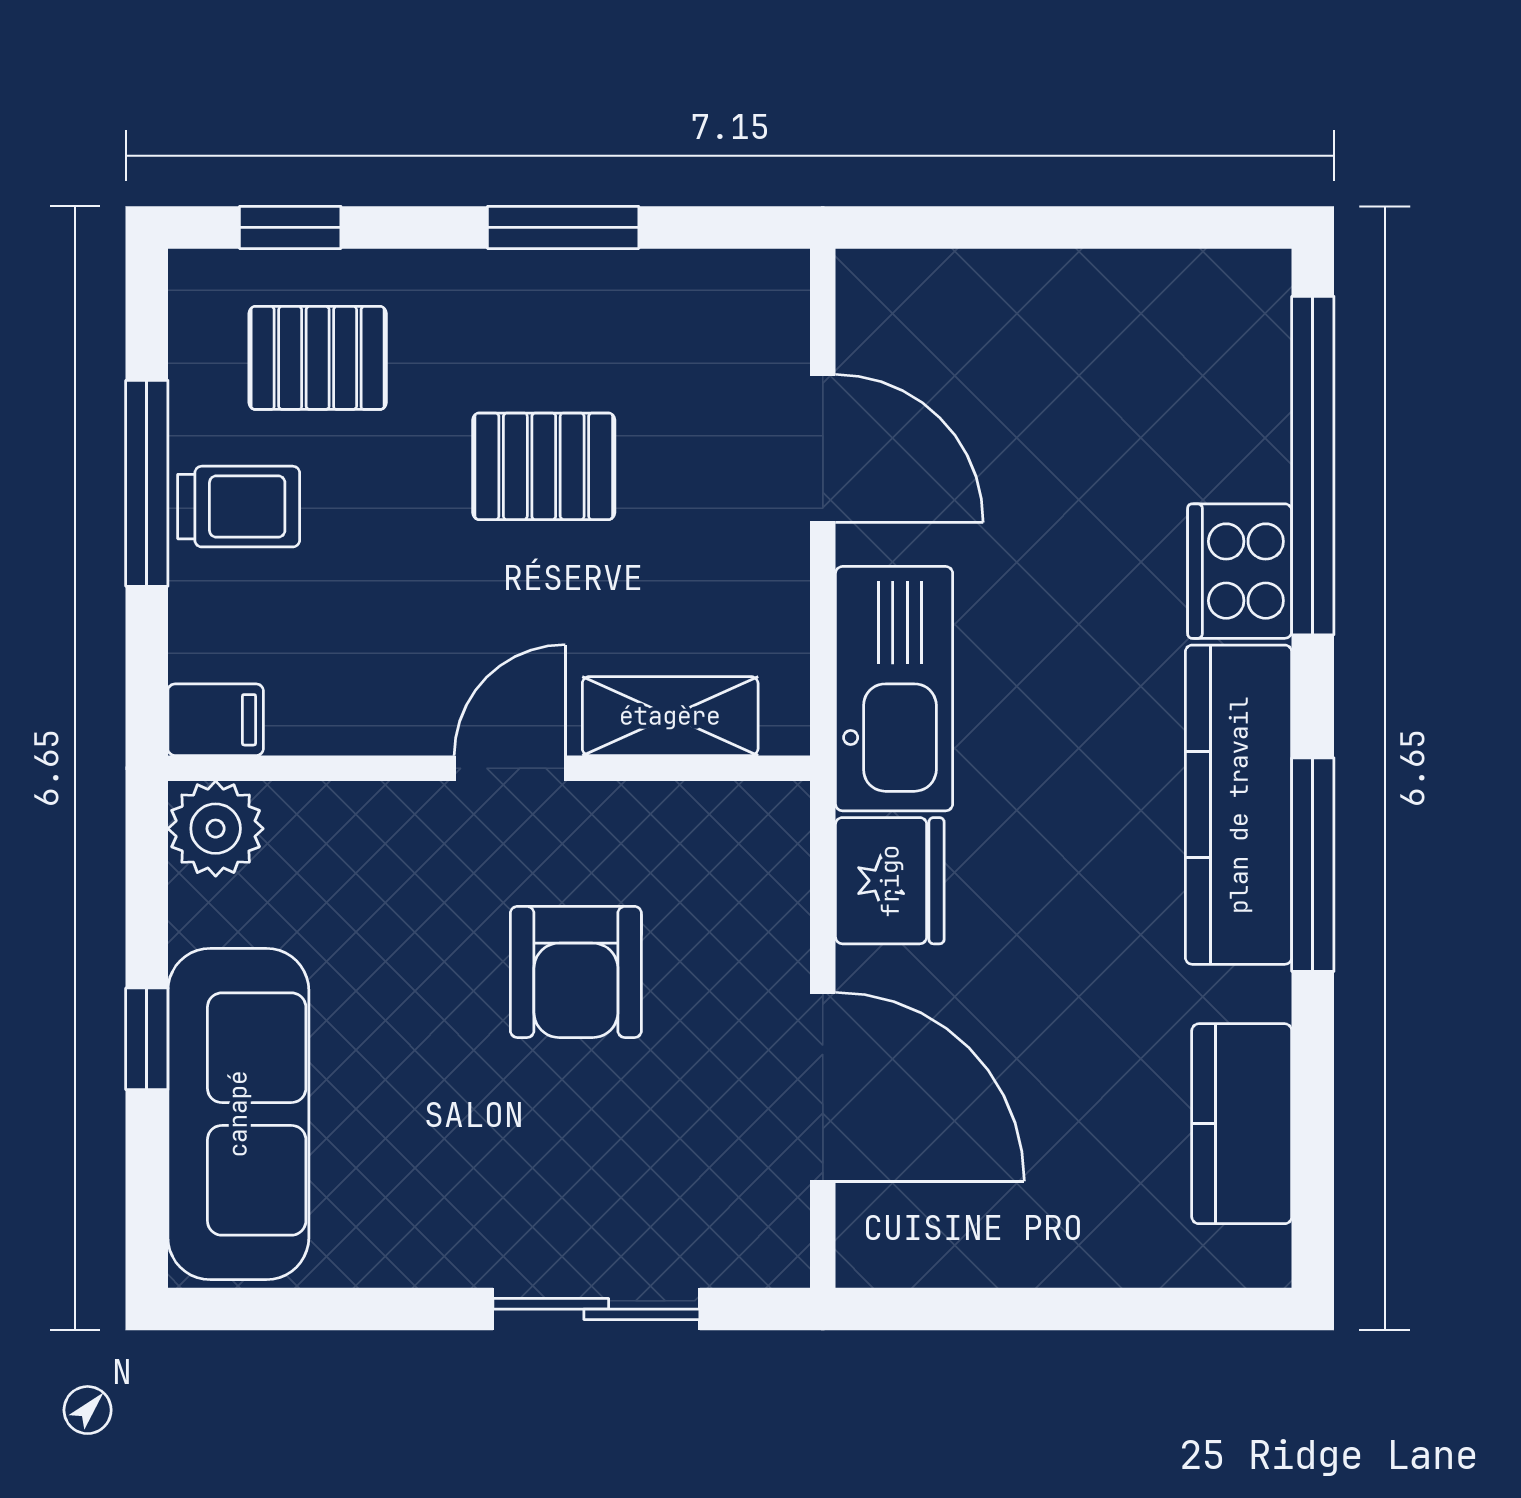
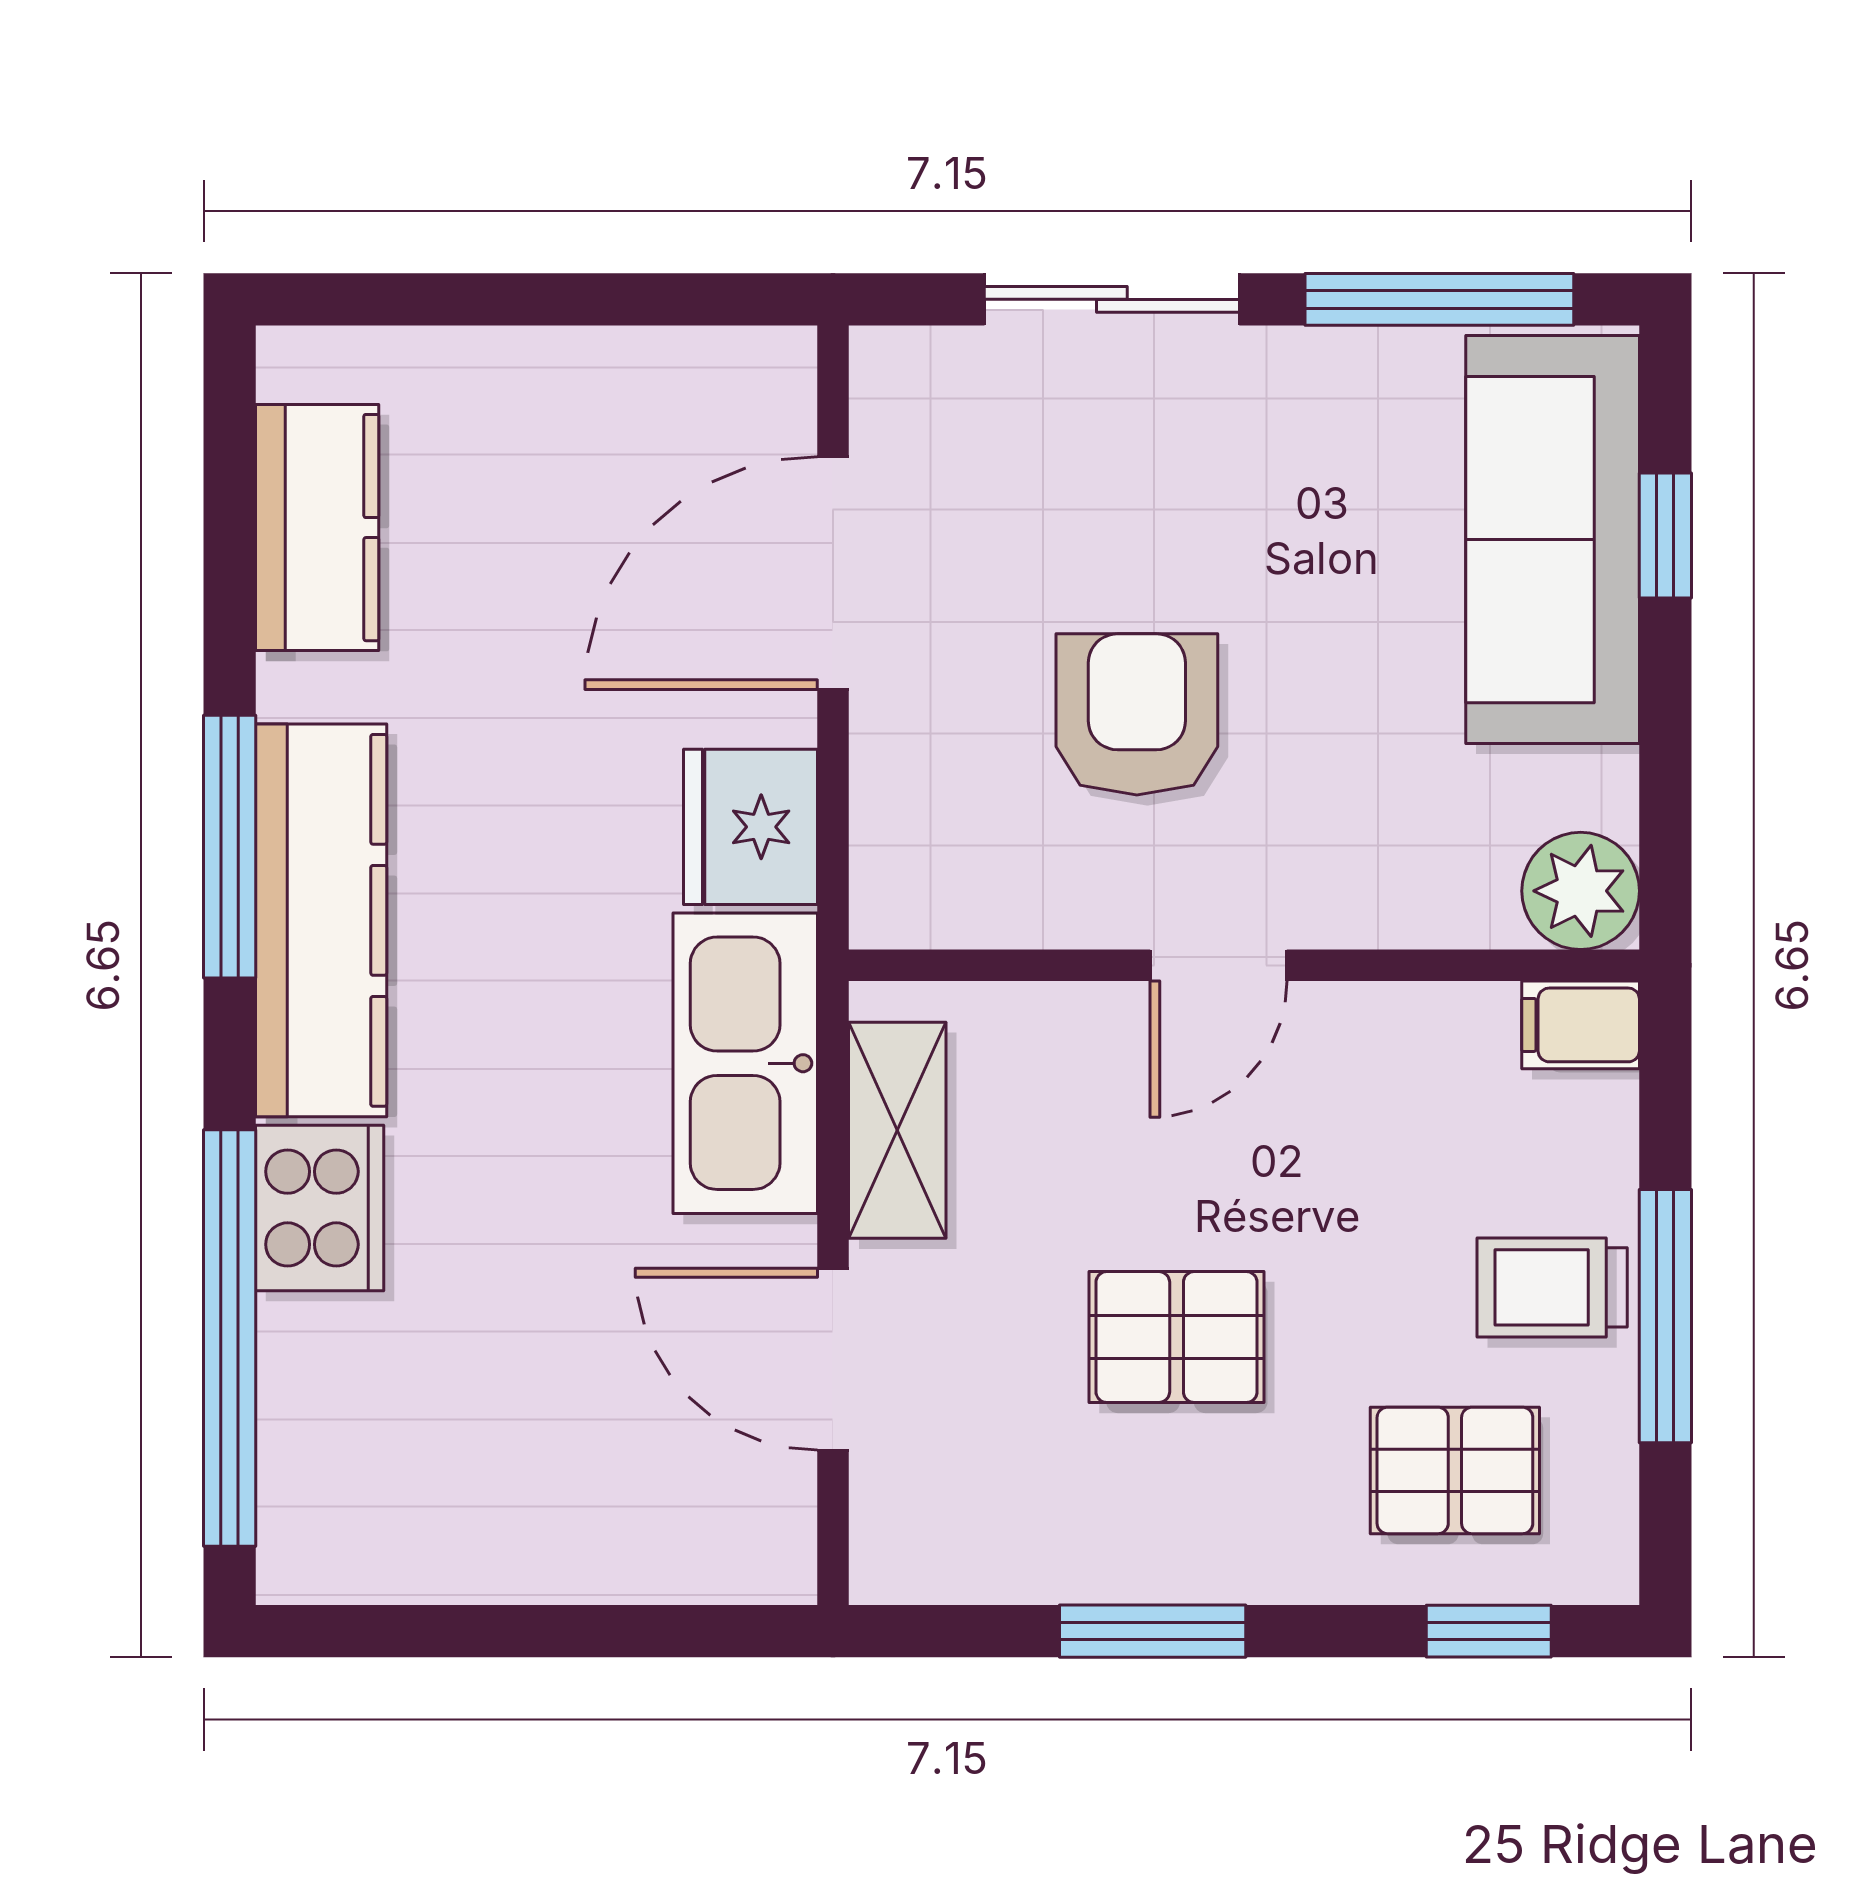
shelving: (670, 716) -> (897, 1130), moved, turned 90
window: (147, 1039) -> (1665, 535), moved
door: (823, 1087) -> (833, 573), hinge flipped
window: (330, 1309) -> (1439, 299), added

